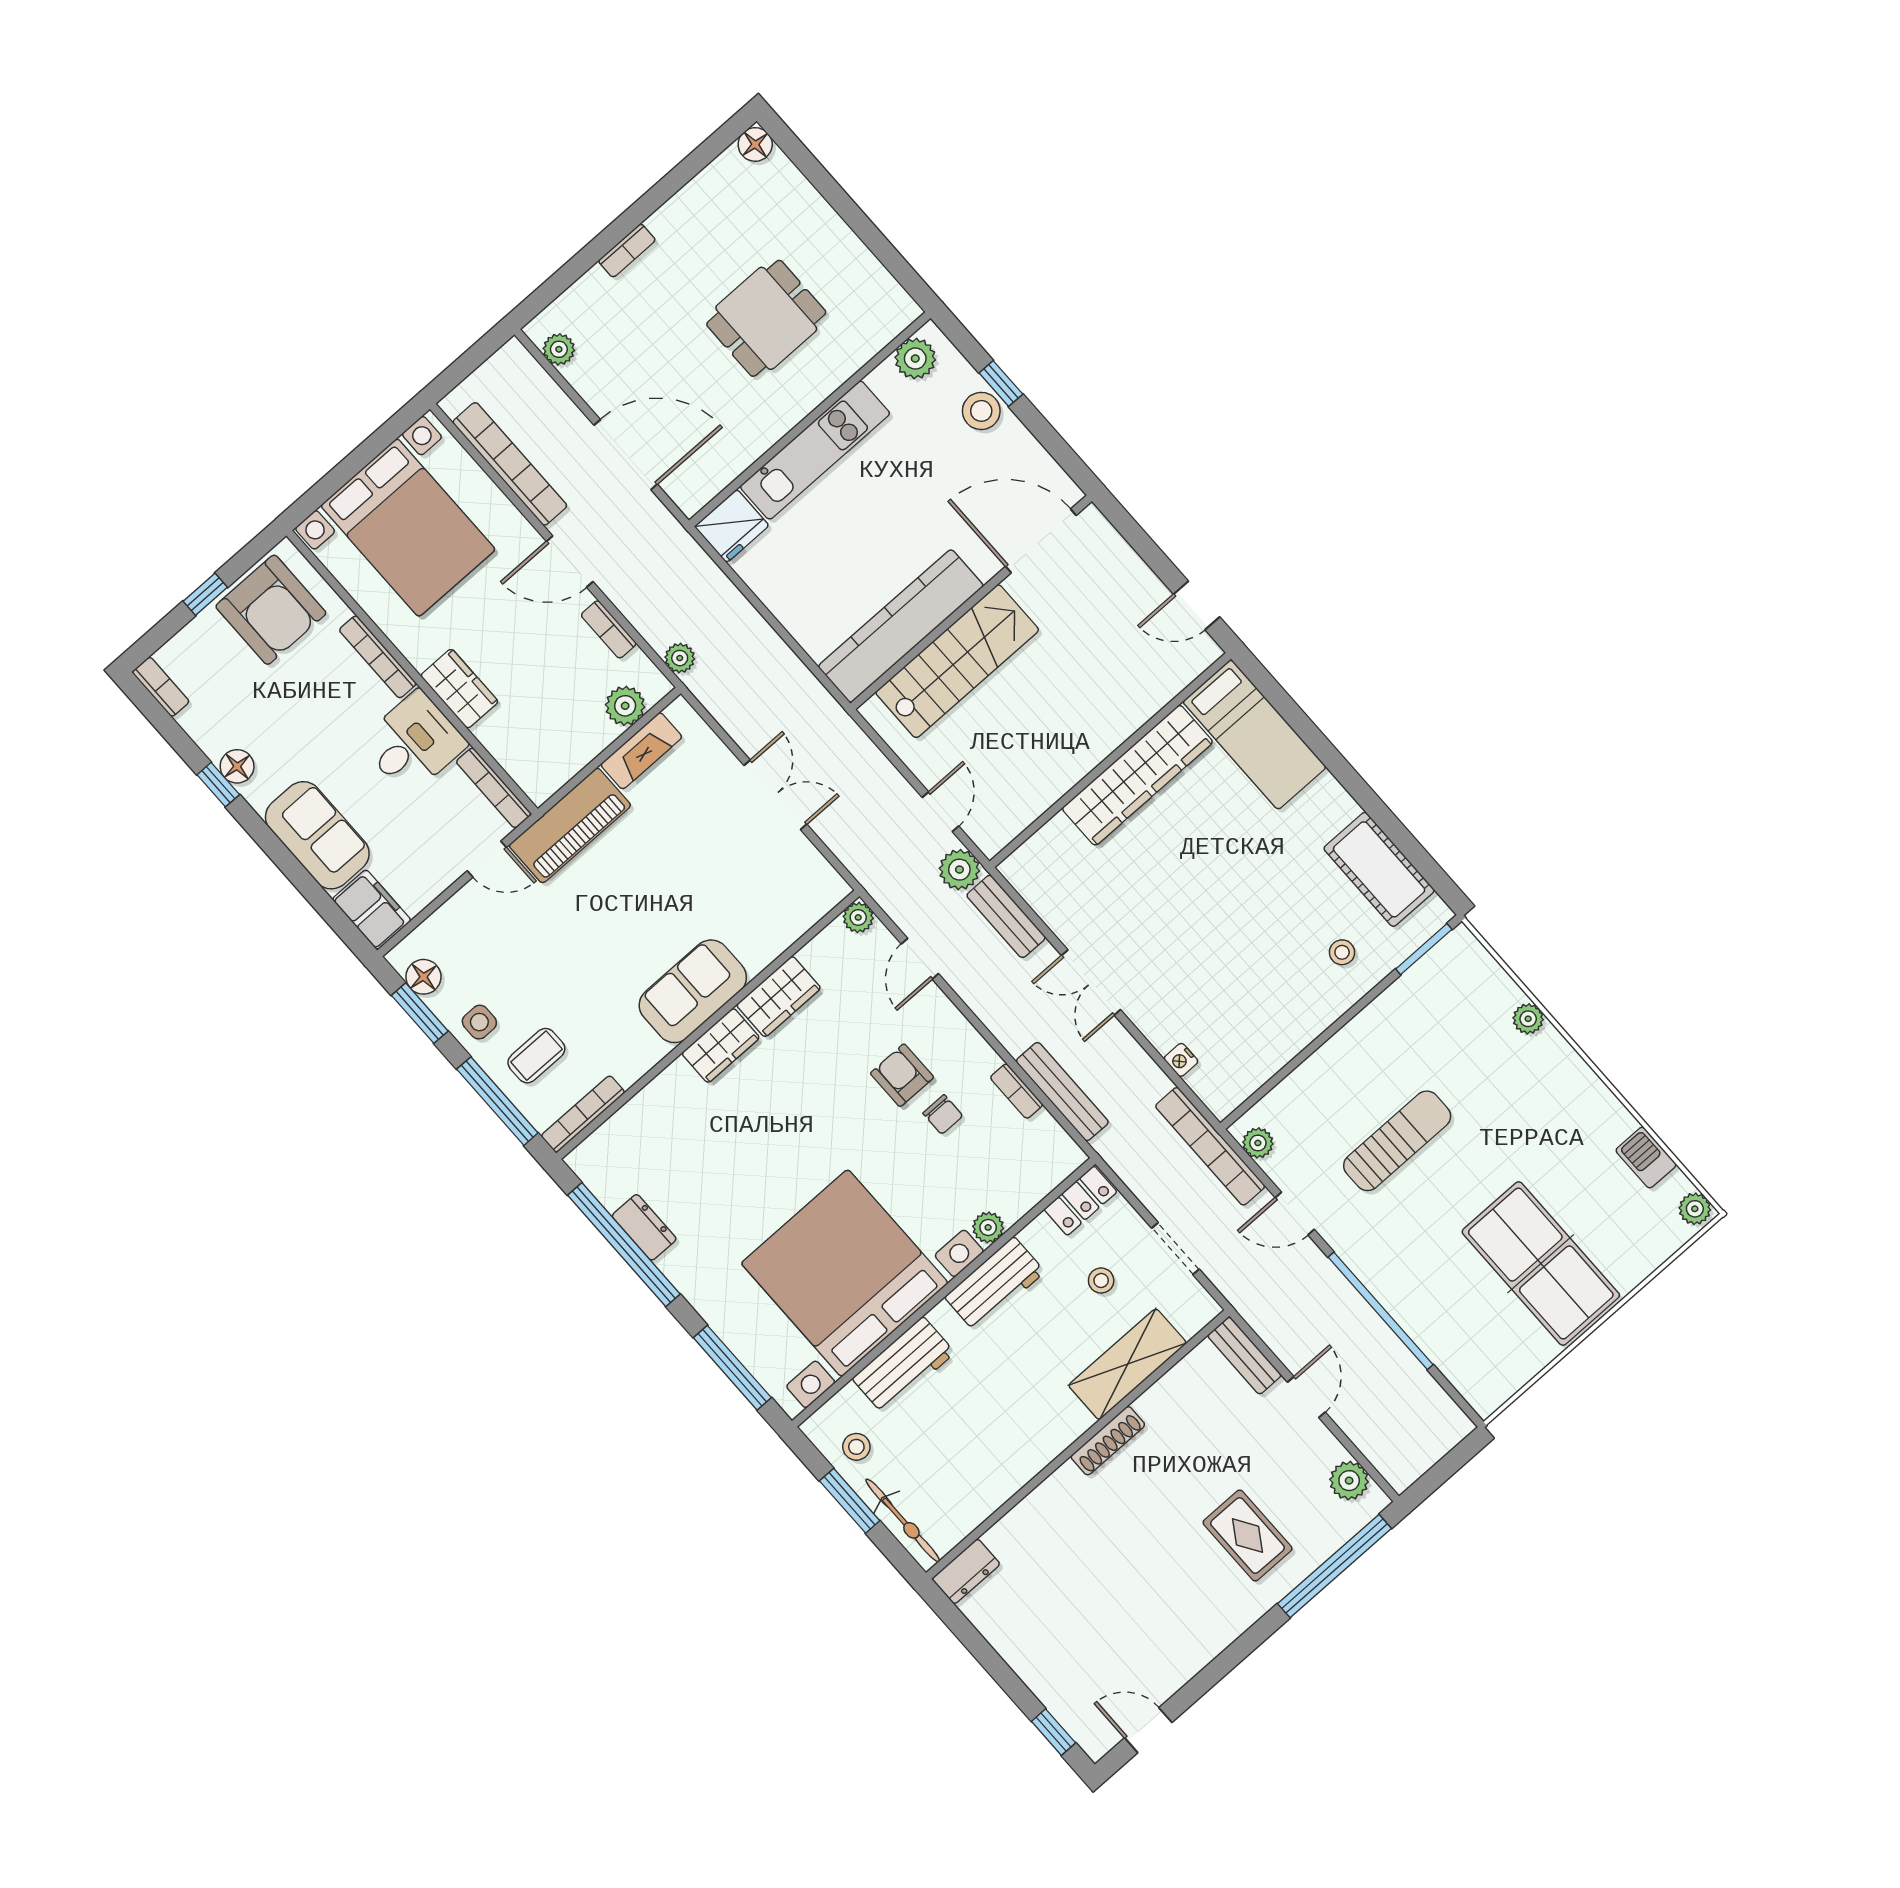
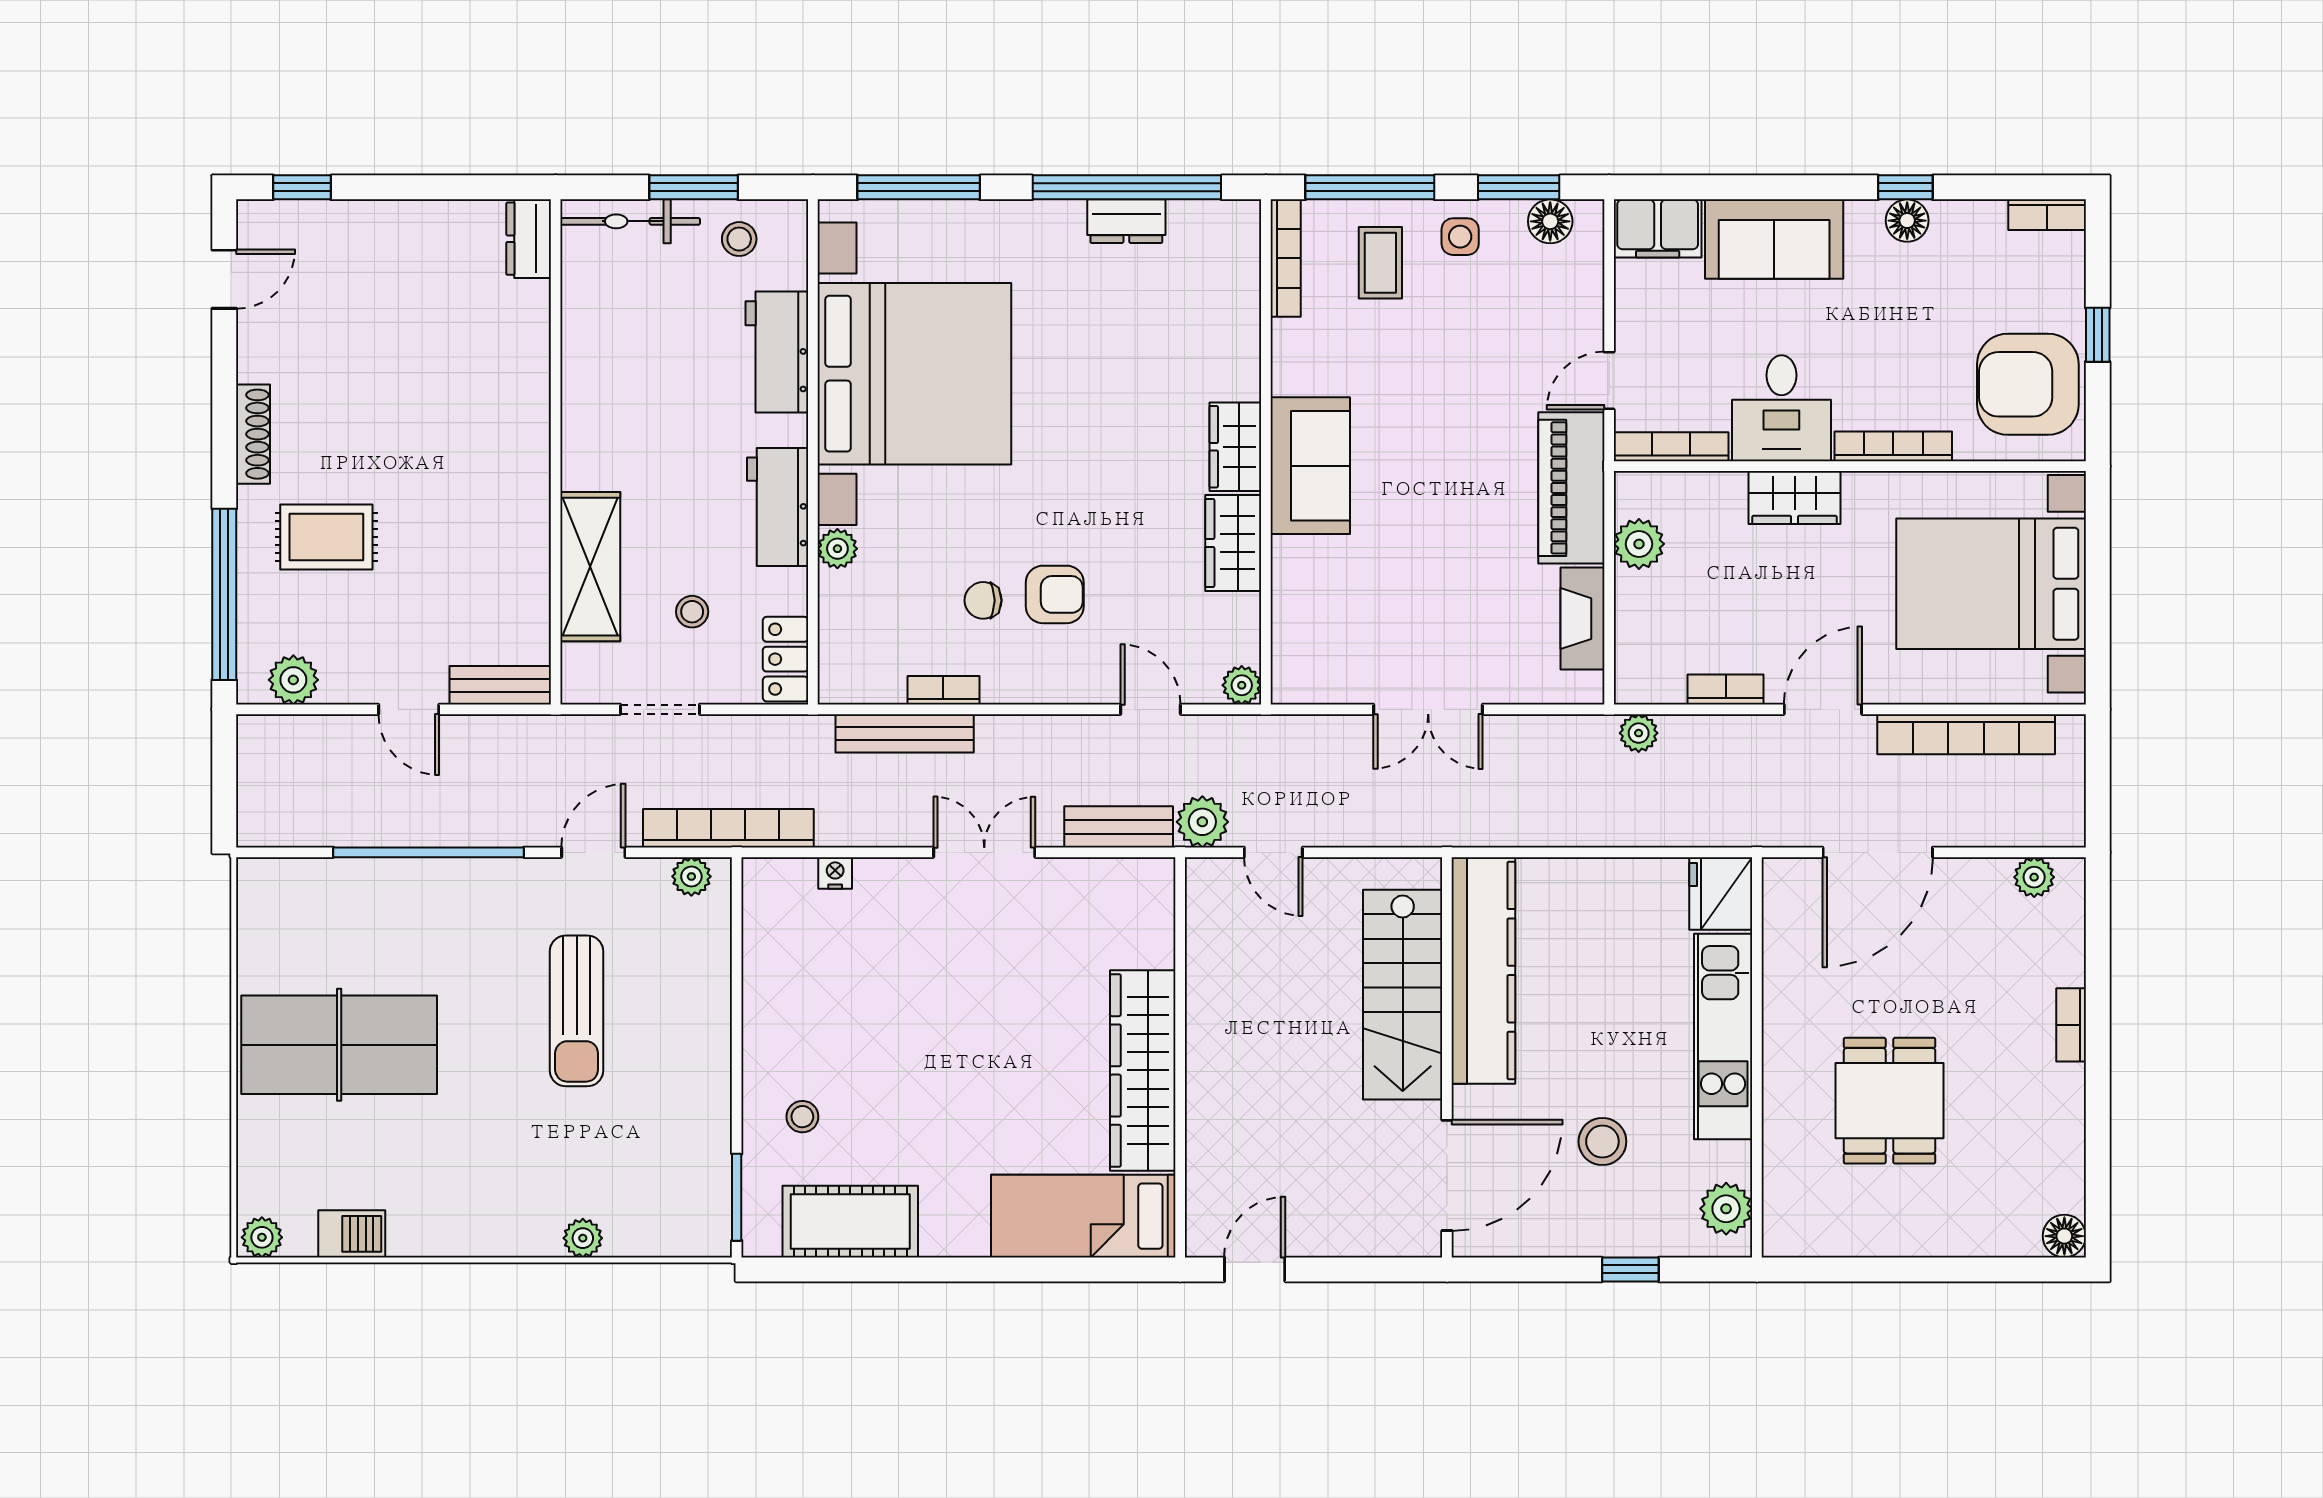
stool: (981, 411) -> (1602, 1142), moved
plant: (625, 706) -> (1639, 544), moved
shoe rack: (1108, 1441) -> (253, 434), moved, turned 180

